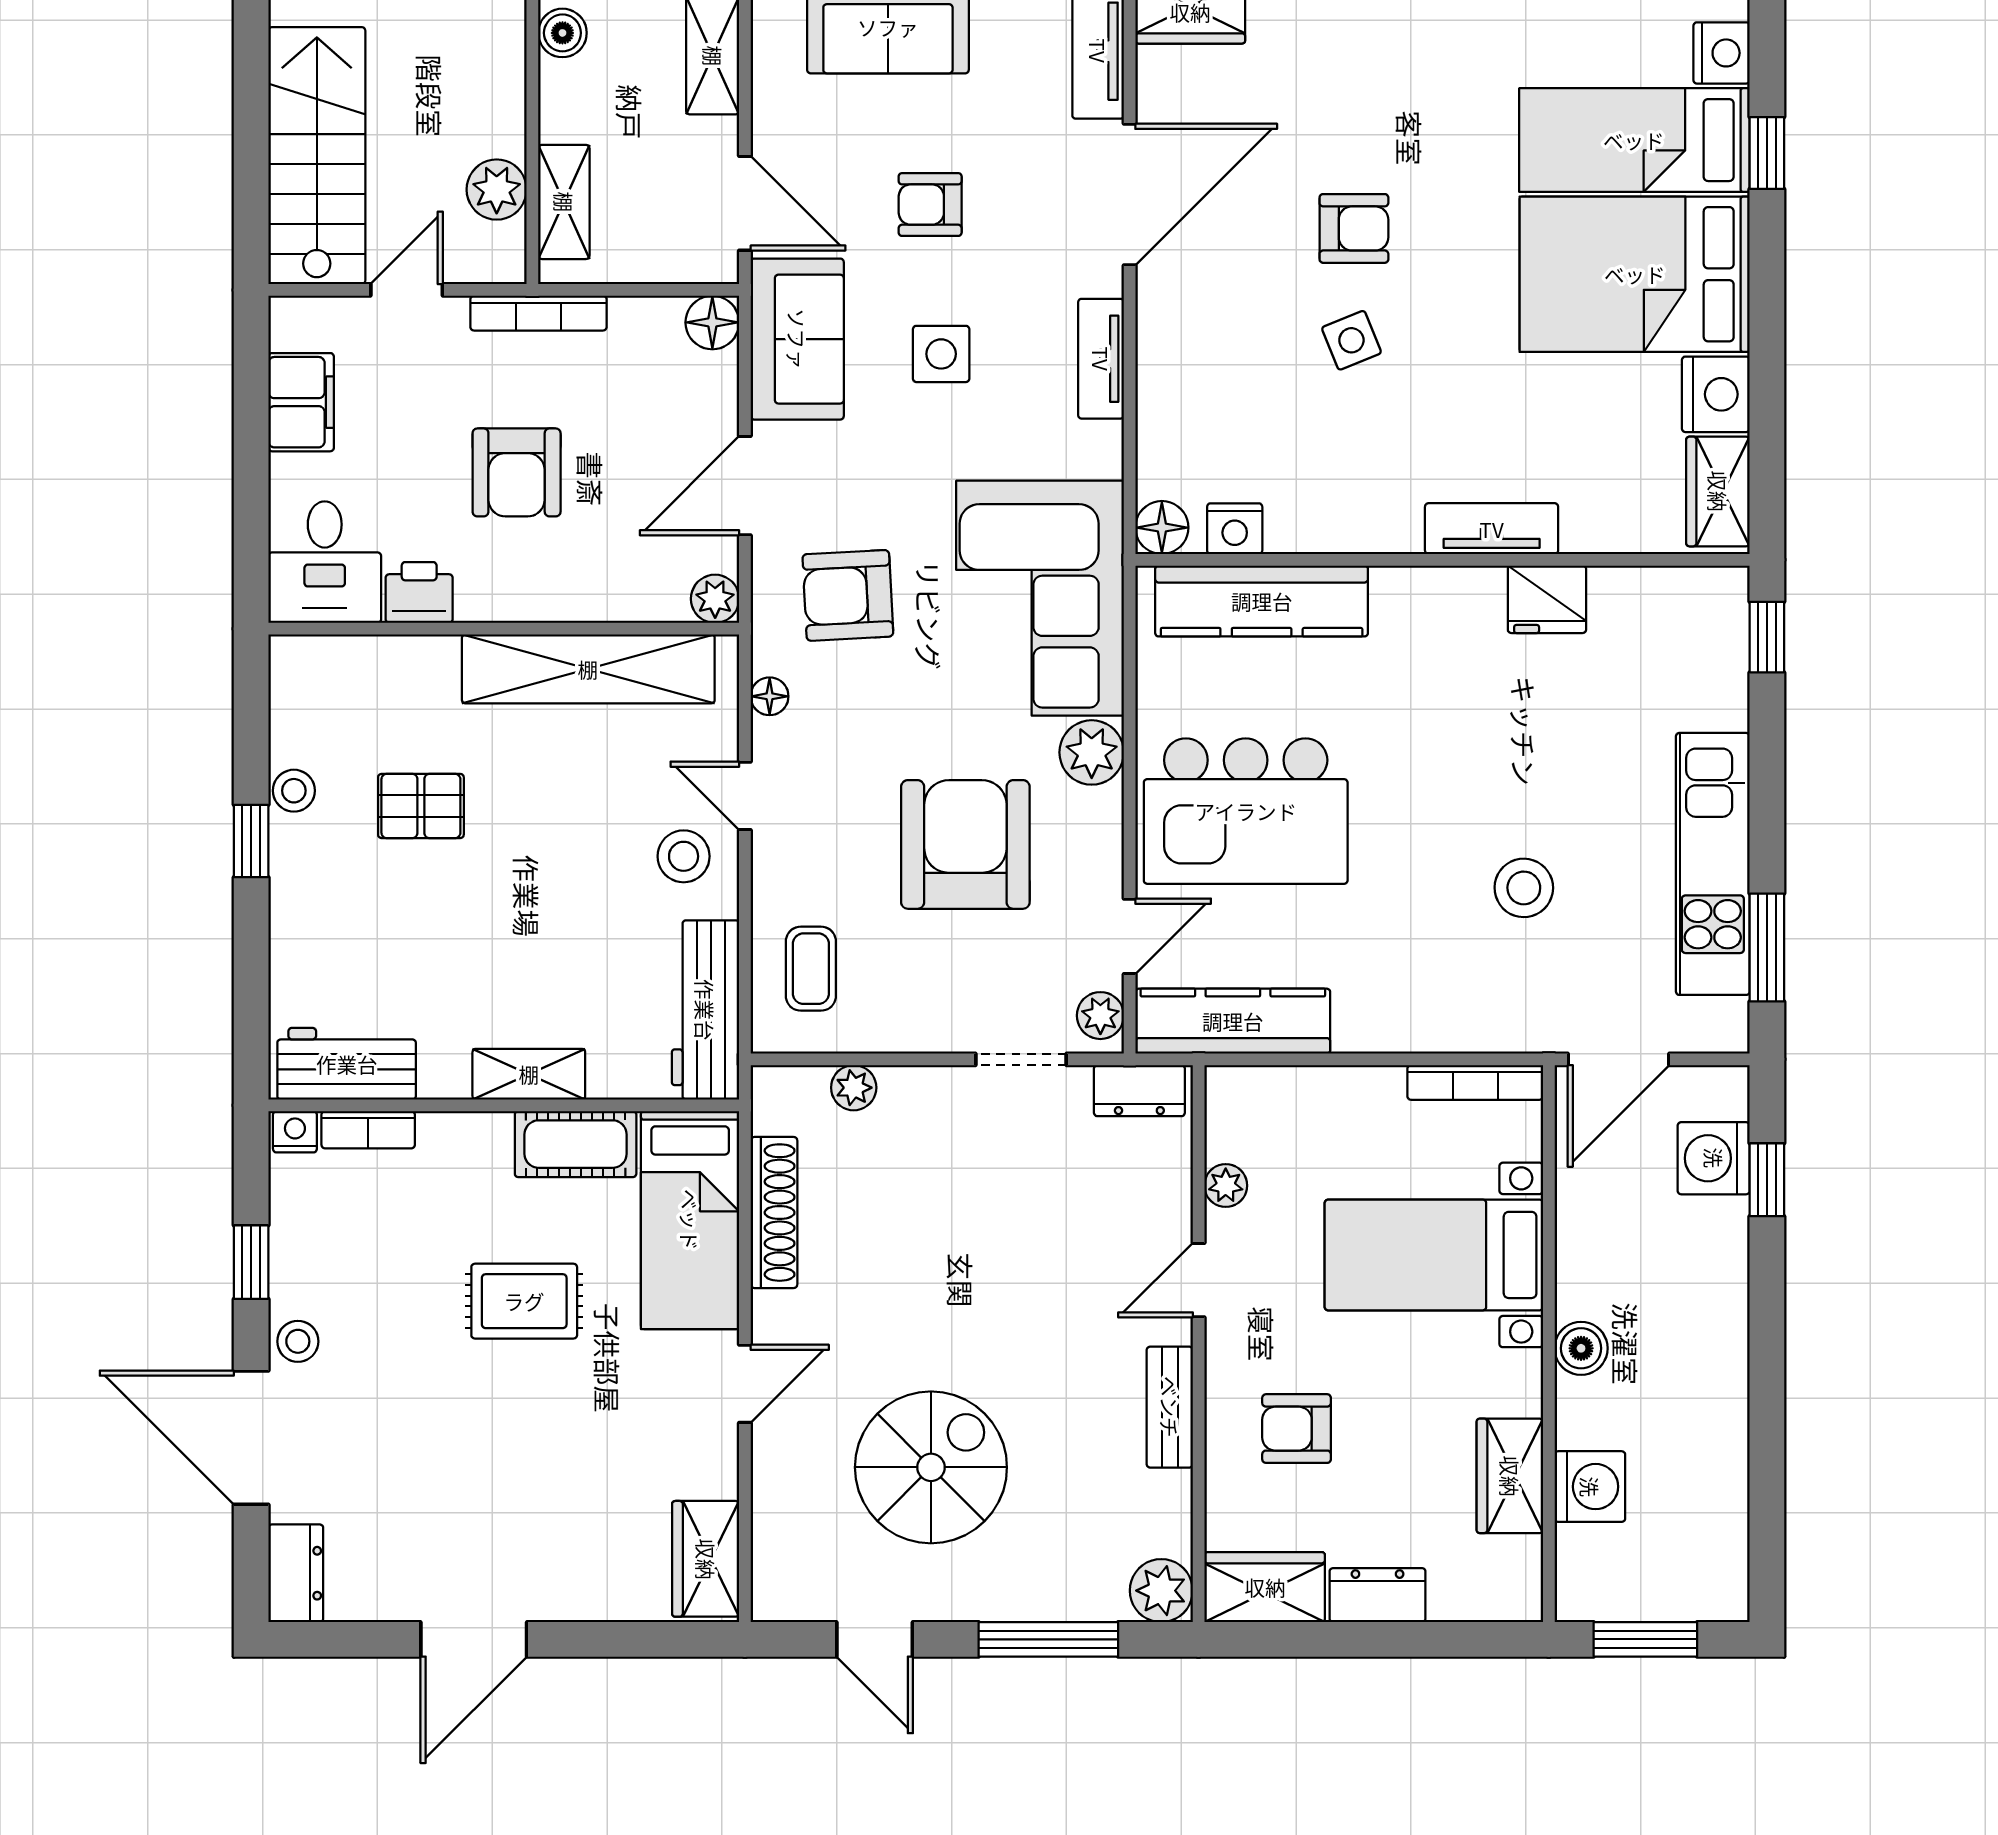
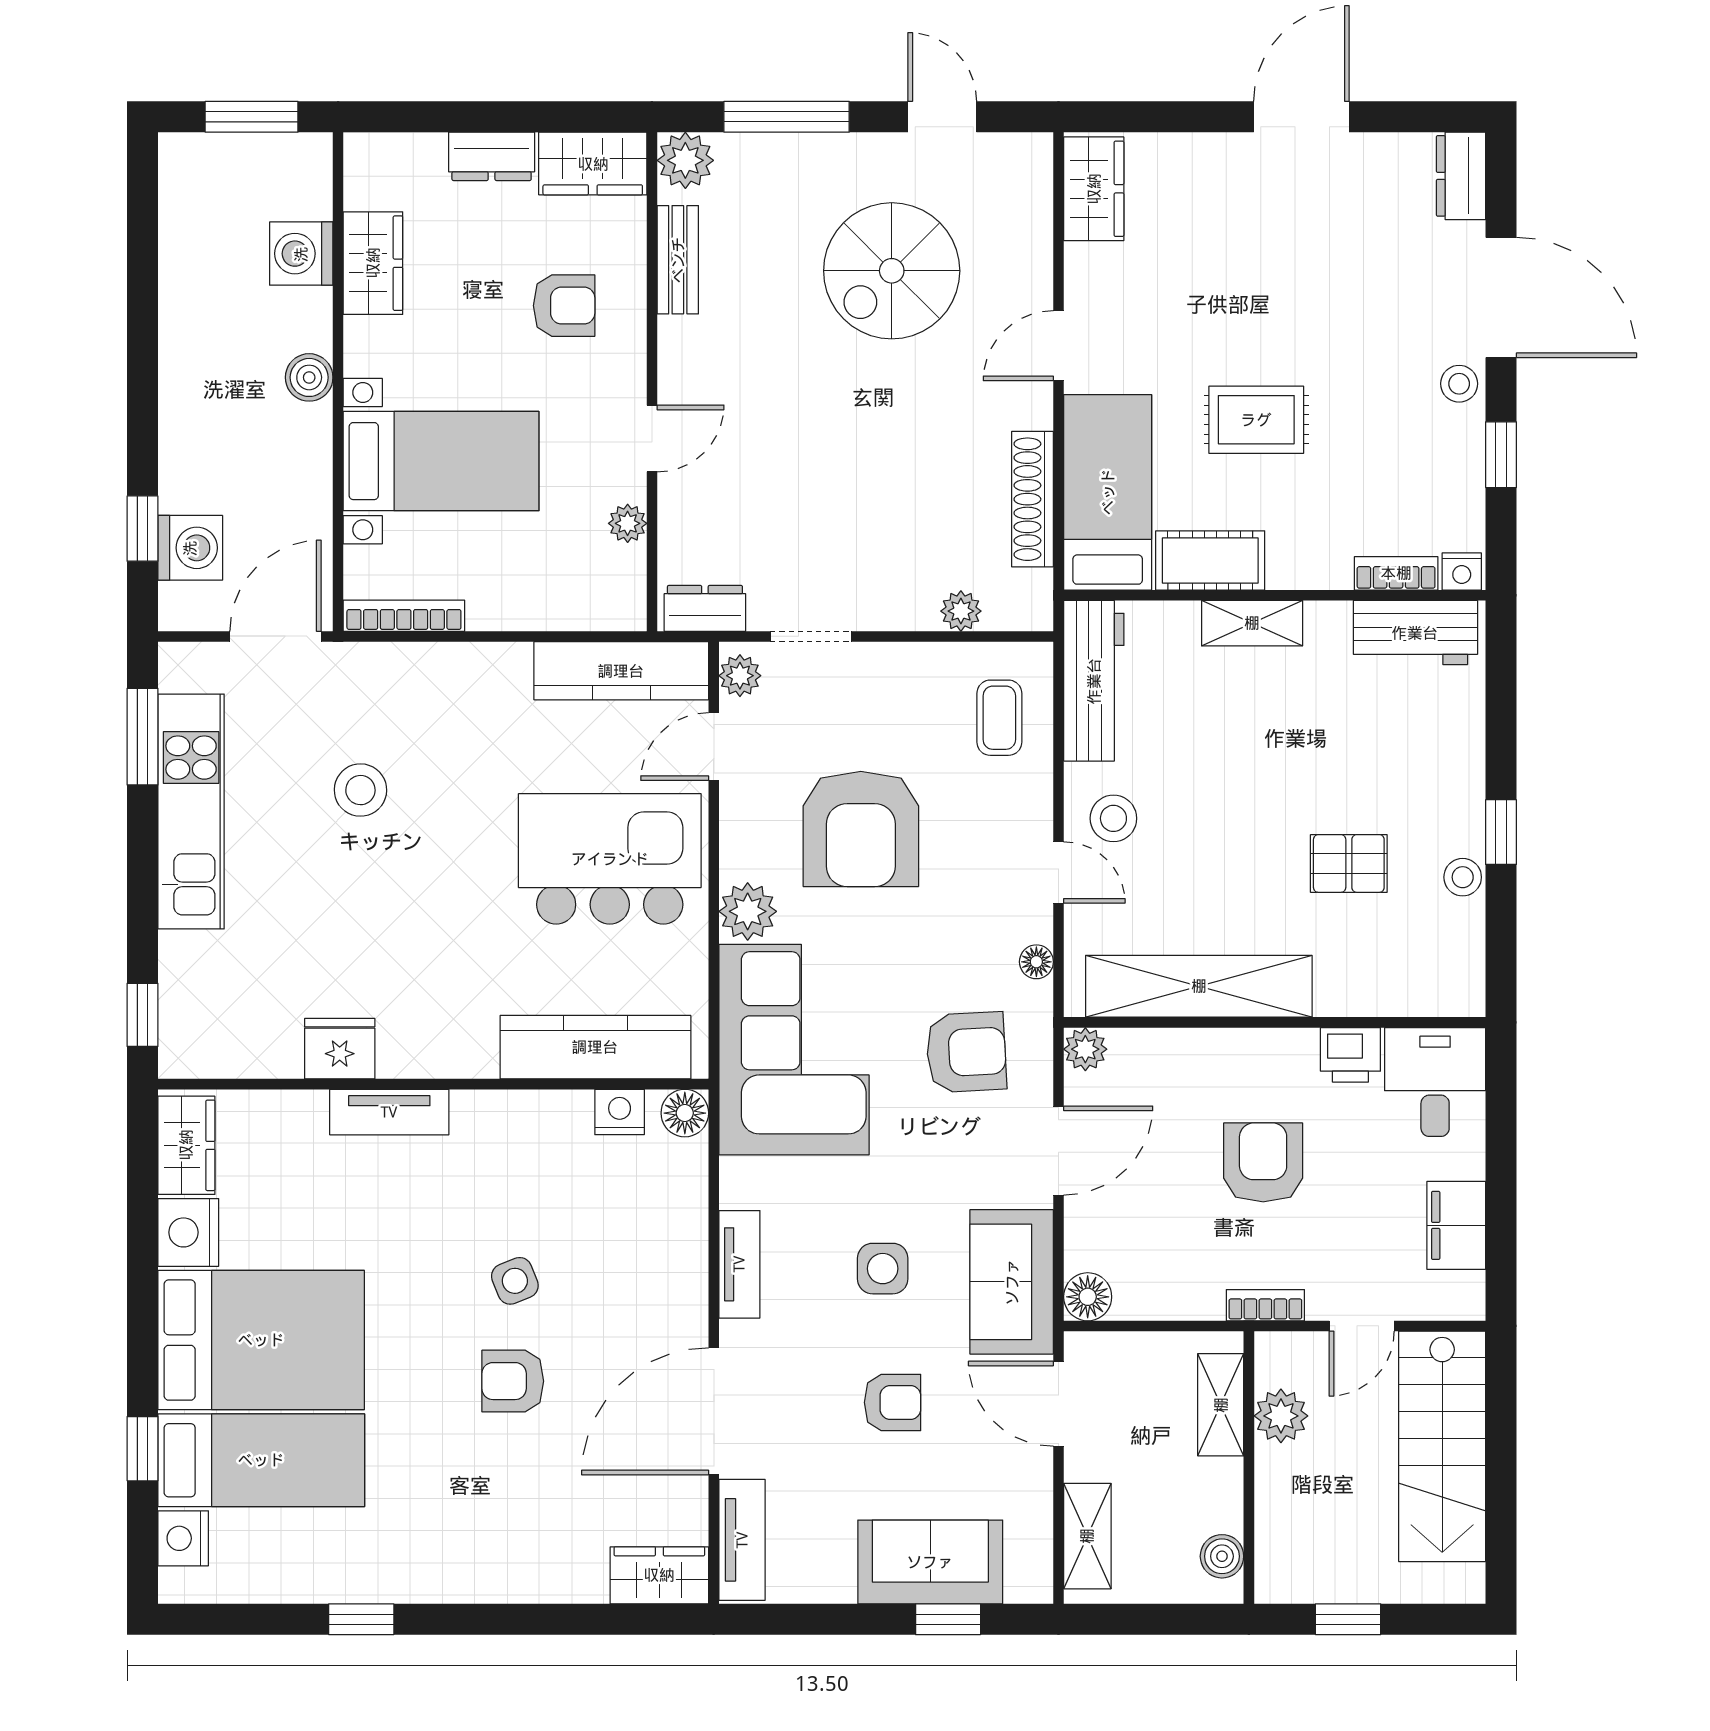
bookcase: (538, 313) -> (1265, 1305), width x0.64
bench: (1170, 1407) -> (678, 260), moved

